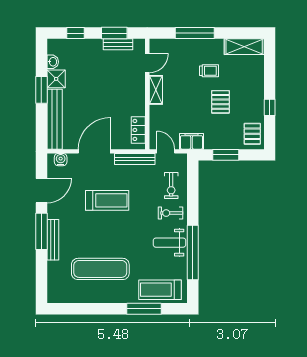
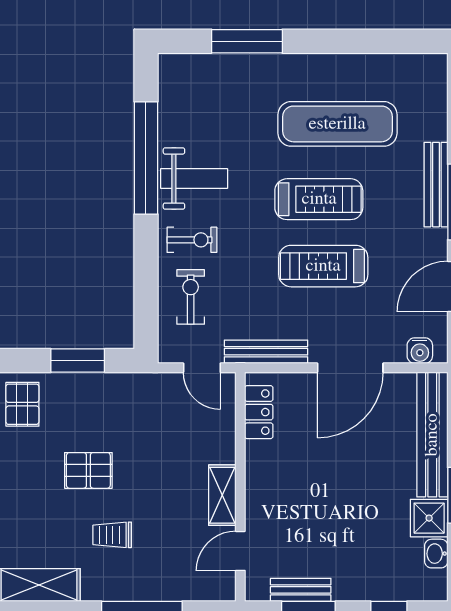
pallet: (220, 102) -> (88, 470), turned 90
filing cabinet: (192, 141) -> (148, 389), removed
treadmill: (160, 290) -> (319, 199), moved

